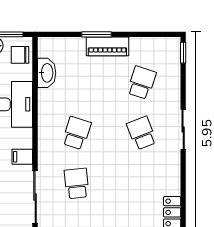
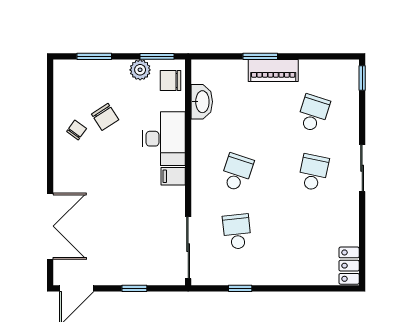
school desk: (142, 133) -> (313, 172), turned 33
filing cabinet: (22, 157) -> (173, 176), moved

